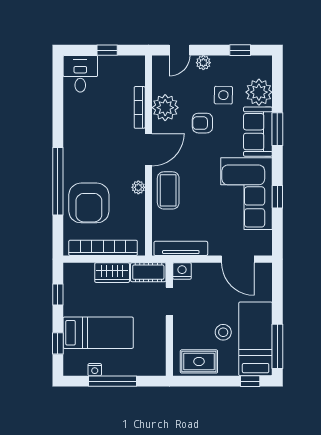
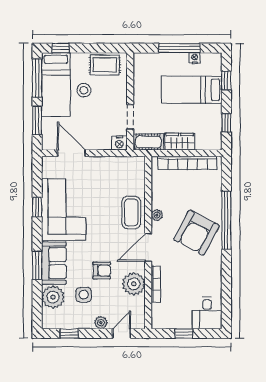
armchair: (89, 203) -> (197, 233), moved, turned -152
tv unit: (181, 248) -> (120, 162), removed
window: (277, 297) -> (37, 120), added

